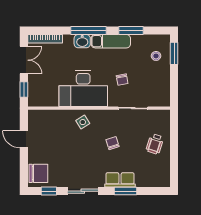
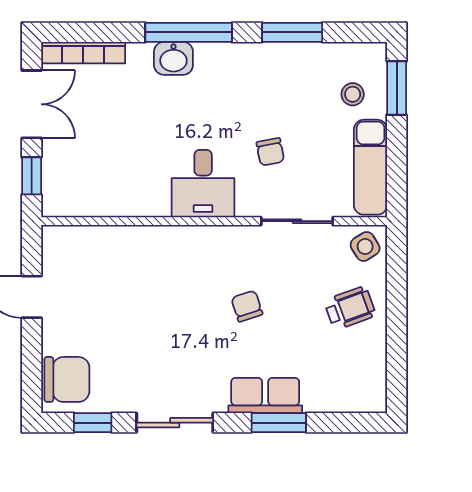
exam couch: (111, 41) -> (370, 167), moved, turned 90
desk: (83, 89) -> (203, 184), width x0.53, depth x0.77
side table: (83, 122) -> (365, 246), moved
wheelchair: (155, 144) -> (350, 308), turned -128

